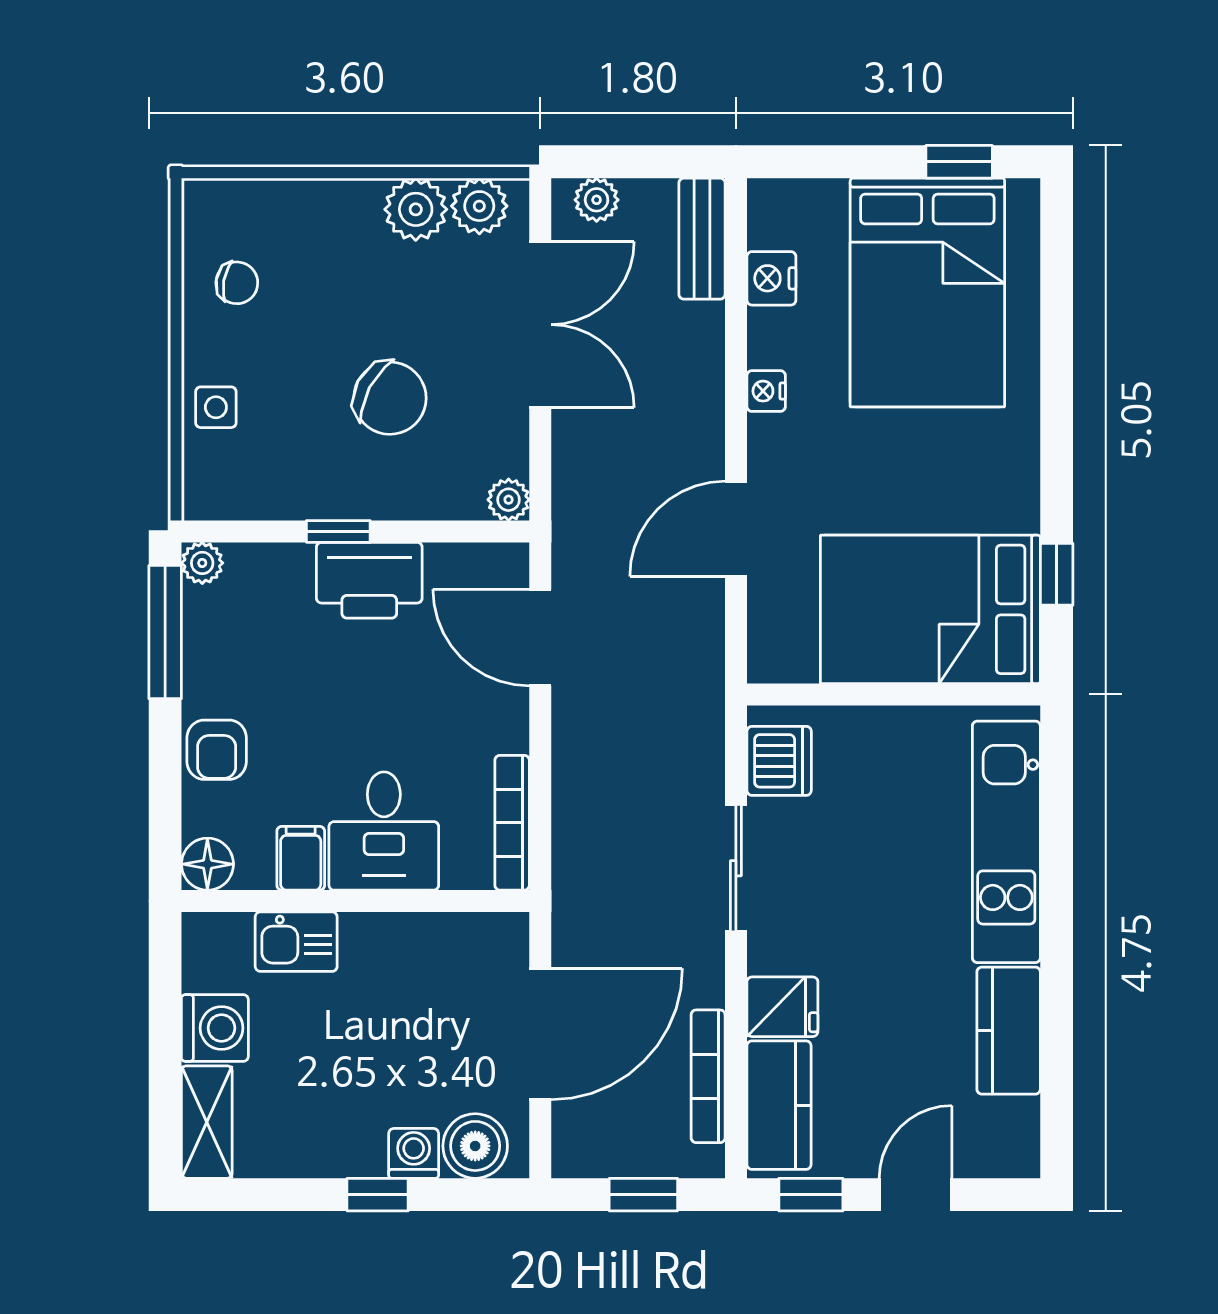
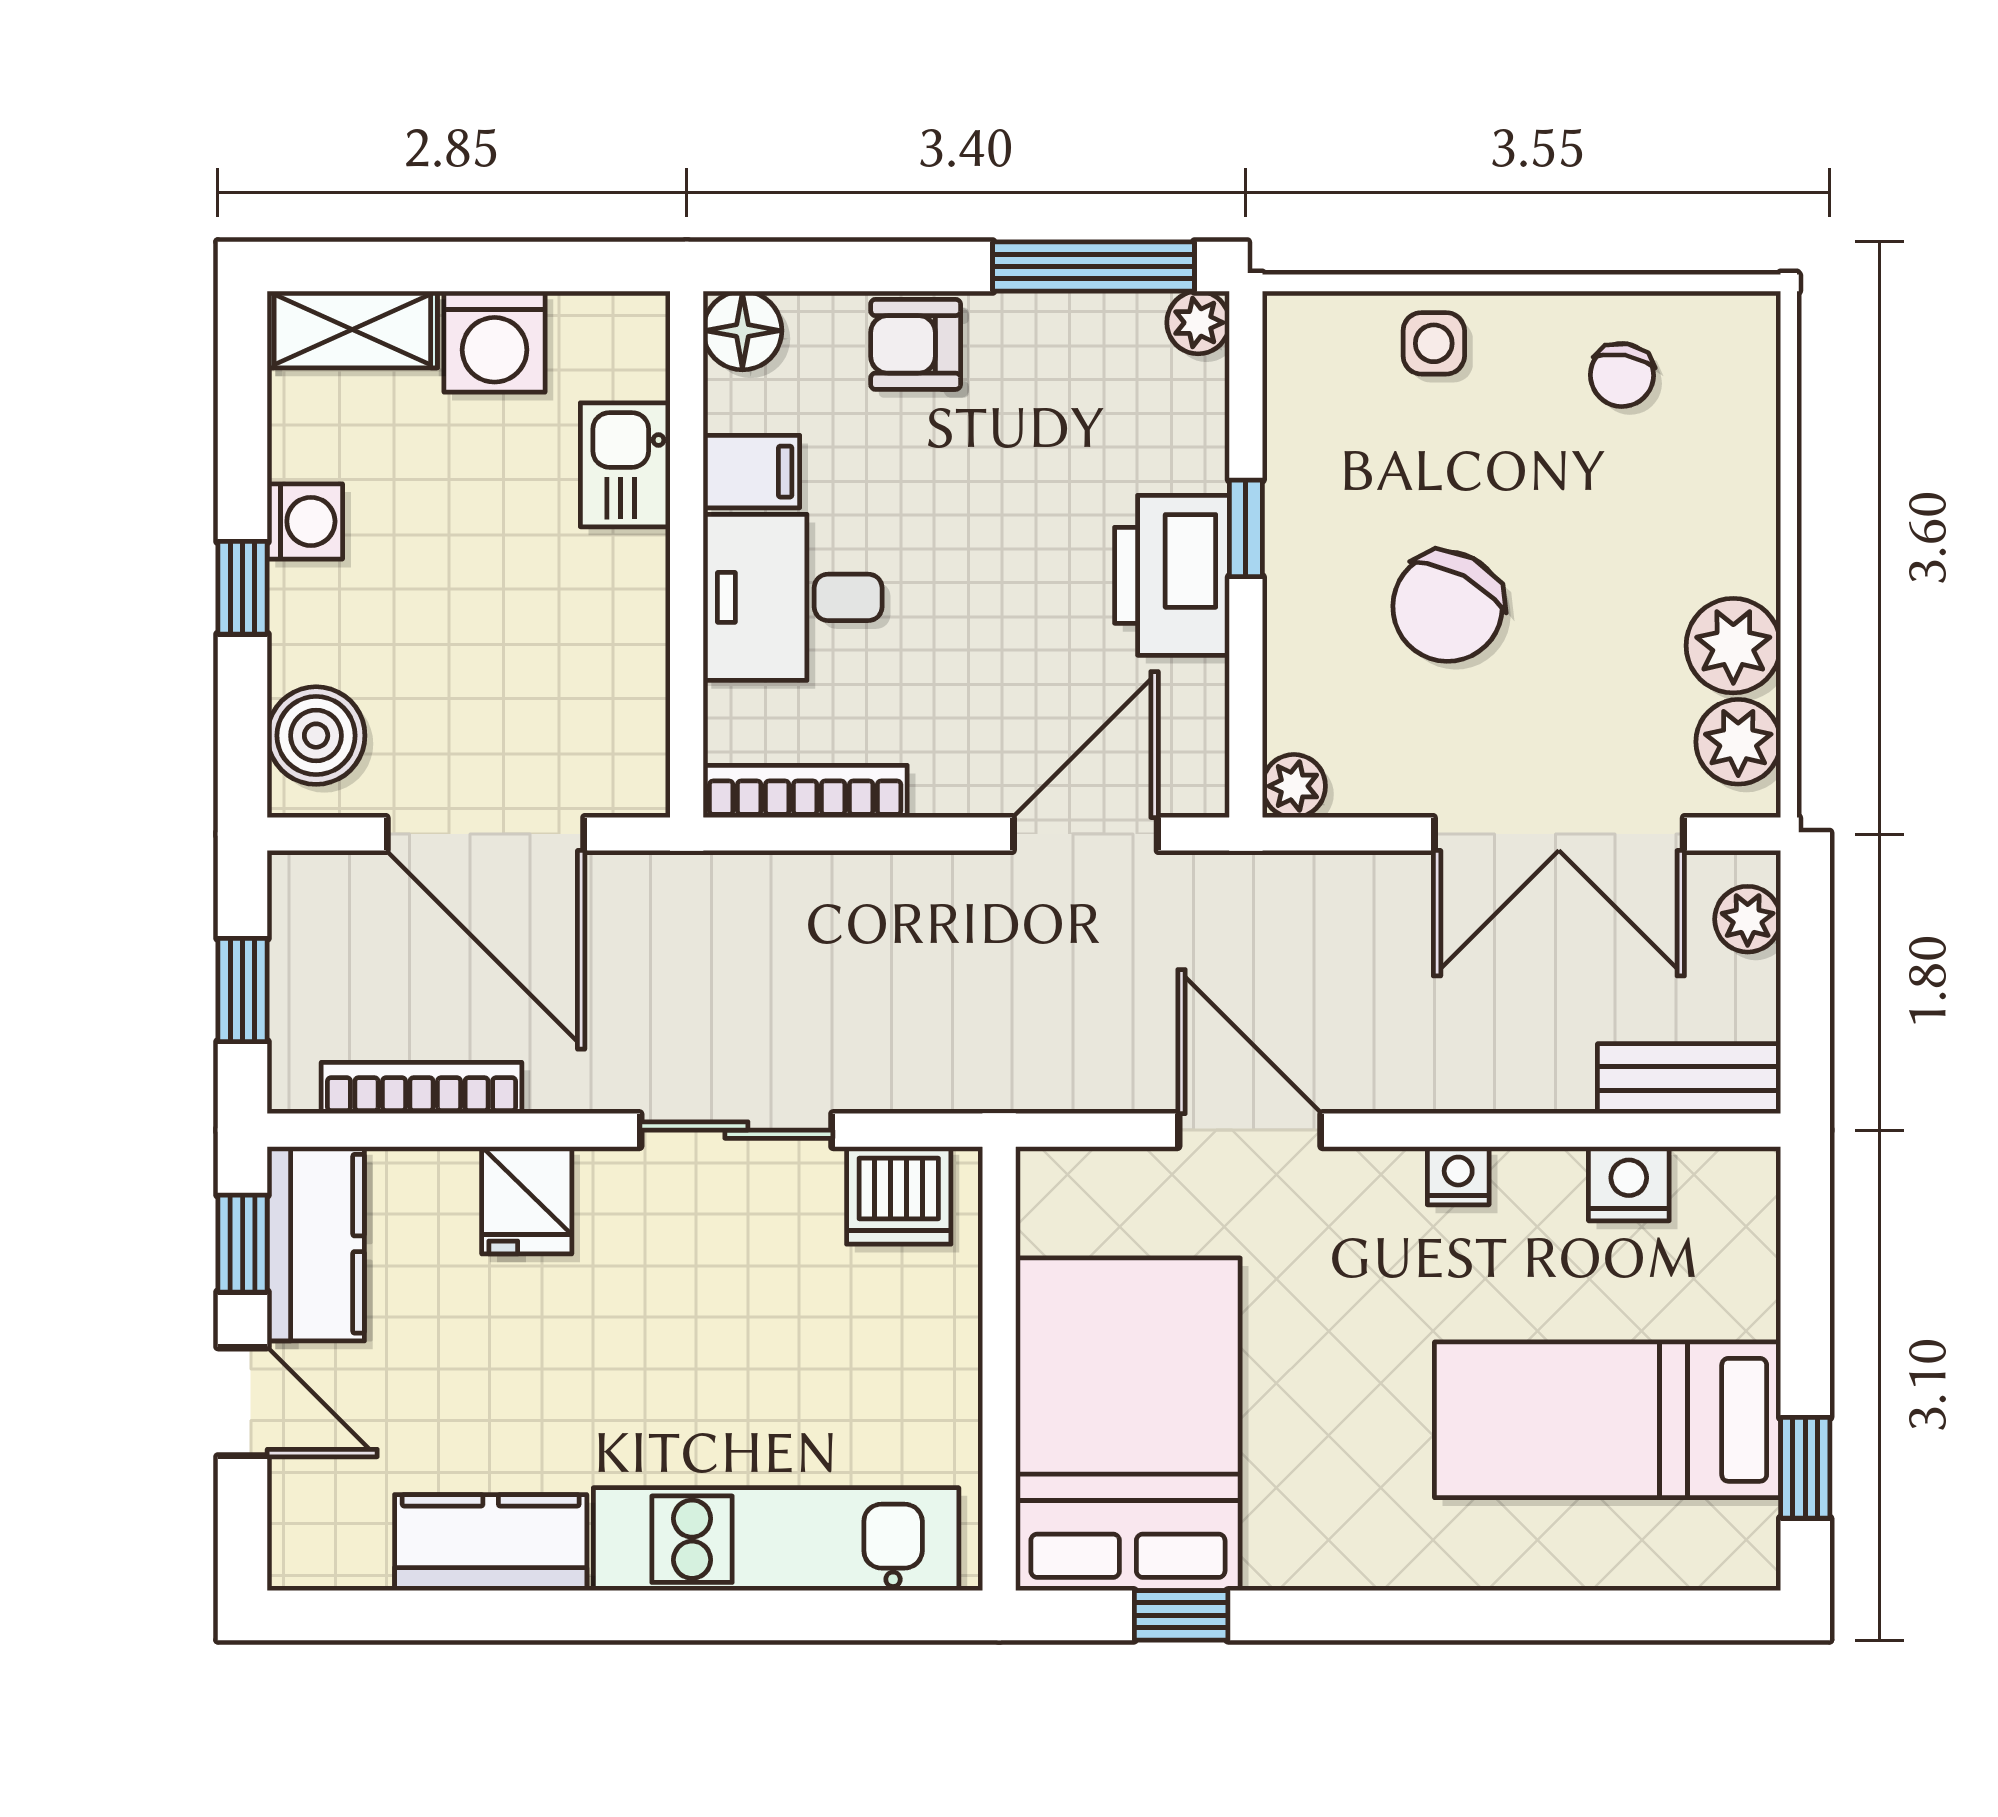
bed: (927, 292) -> (1608, 1420), width x0.67
kitchen counter: (779, 1105) -> (316, 1244), moved, turned -90
washing machine: (414, 1153) -> (305, 521), moved

